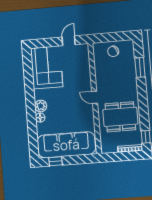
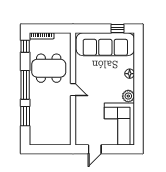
chair: (113, 51) -> (51, 135), removed
window: (143, 98) -> (25, 85), added
plant: (41, 106) -> (128, 96), moved

